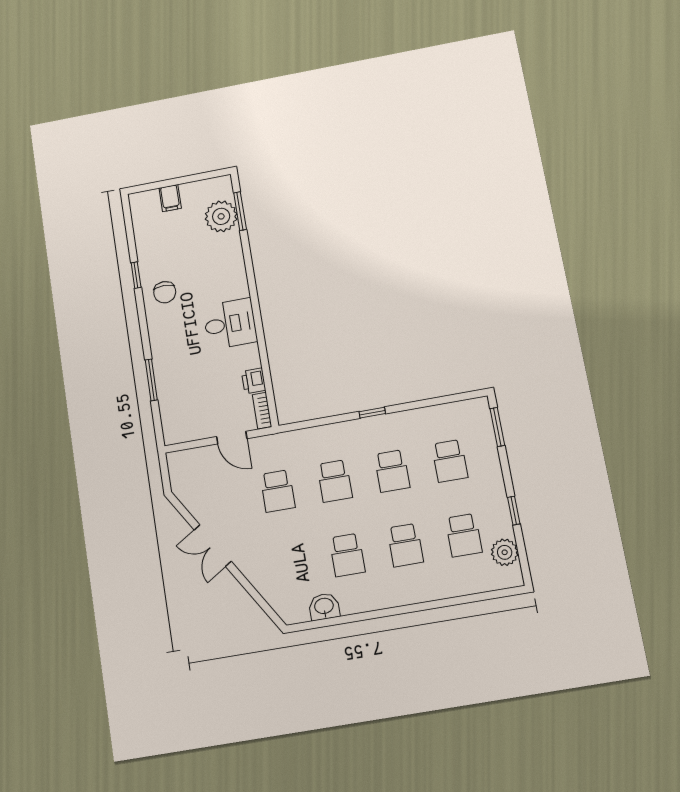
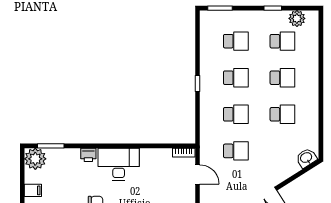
plant: (221, 216) -> (35, 159), moved
desk: (230, 324) -> (119, 164), width x1.37
printer: (254, 381) -> (88, 155), moved
door: (232, 438) -> (197, 174), hinge flipped
washbasin: (324, 607) -> (306, 158), moved, turned 58

